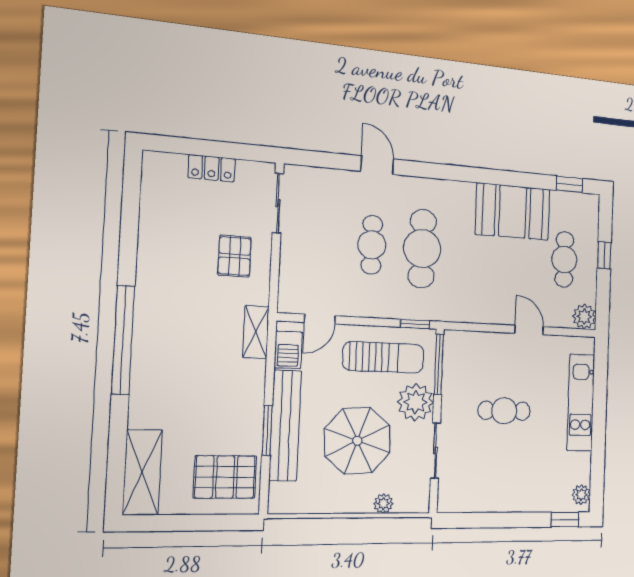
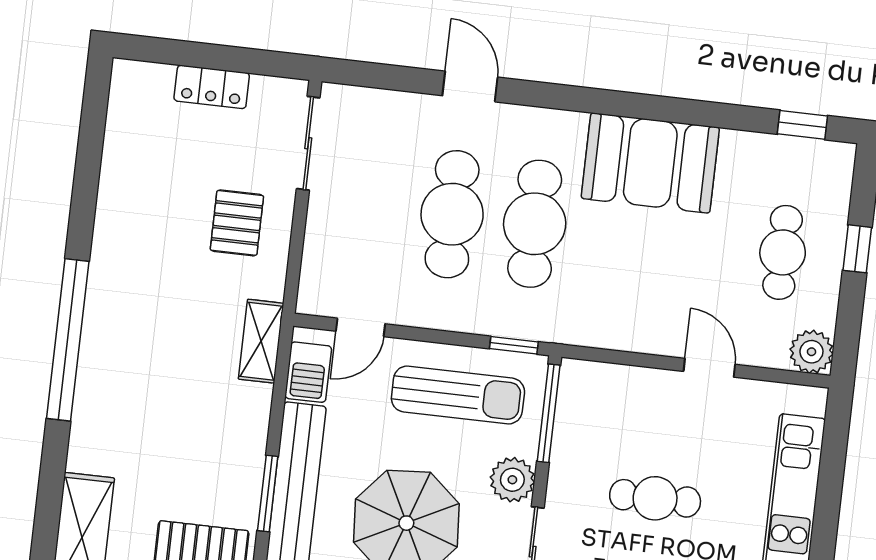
booth: (513, 212) -> (650, 163), moved
cafe table: (372, 245) -> (452, 214), width x1.37, depth x1.35
plant: (415, 402) -> (512, 480), width x0.73, depth x0.73

